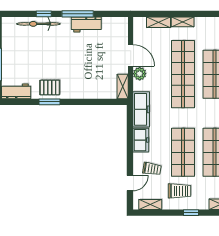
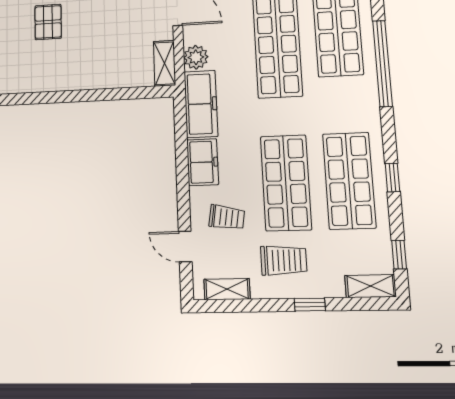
plant: (140, 74) -> (196, 57), moved
pallet: (50, 88) -> (48, 22), moved, turned 90
window: (49, 102) -> (33, 98), removed
door: (130, 183) -> (185, 247), swing flipped

